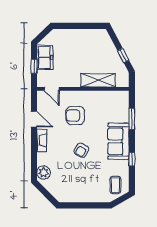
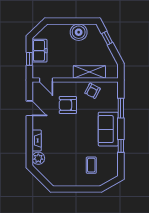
boiler: (87, 38) -> (79, 32), added
window: (123, 56) -> (107, 38), moved
fireplace: (42, 141) -> (37, 140), moved
armchair: (81, 150) -> (93, 91), moved
coffee table: (115, 185) -> (91, 165), moved

